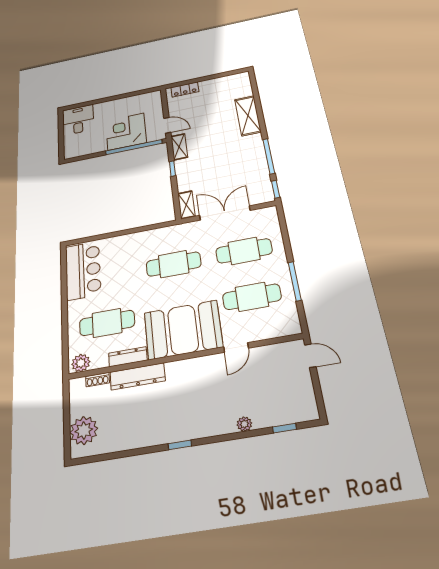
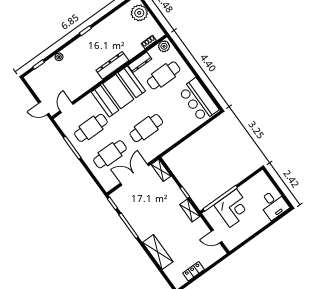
locker: (185, 90) -> (194, 271), moved
door: (167, 125) -> (217, 236), moved
double door: (225, 213) -> (135, 174), swing flipped
door: (236, 348) -> (67, 108), moved
dresser: (138, 376) -> (112, 65), moved

